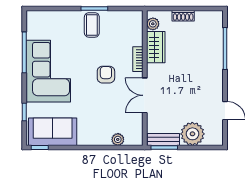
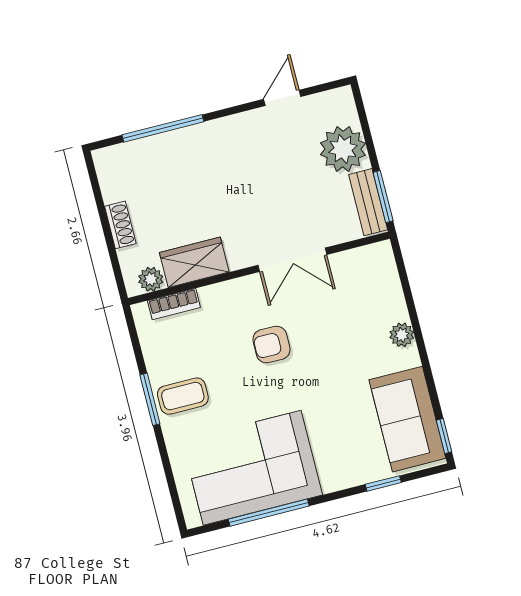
bookcase: (138, 59) -> (174, 304), moved
corner sofa: (48, 71) -> (252, 468), moved
plant: (118, 139) -> (402, 335), moved

